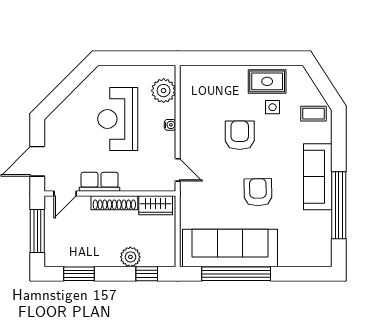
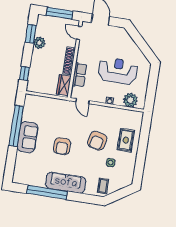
rug: (267, 81) -> (126, 140), moved
armchair: (240, 135) -> (97, 141), turned 104
door: (178, 170) -> (83, 101), hinge flipped
row of seats: (100, 182) -> (79, 75), moved
armchair: (258, 192) -> (62, 146), turned 91
sofa: (230, 248) -> (27, 137), width x0.54, depth x0.79
plant: (130, 257) -> (39, 43), moved

